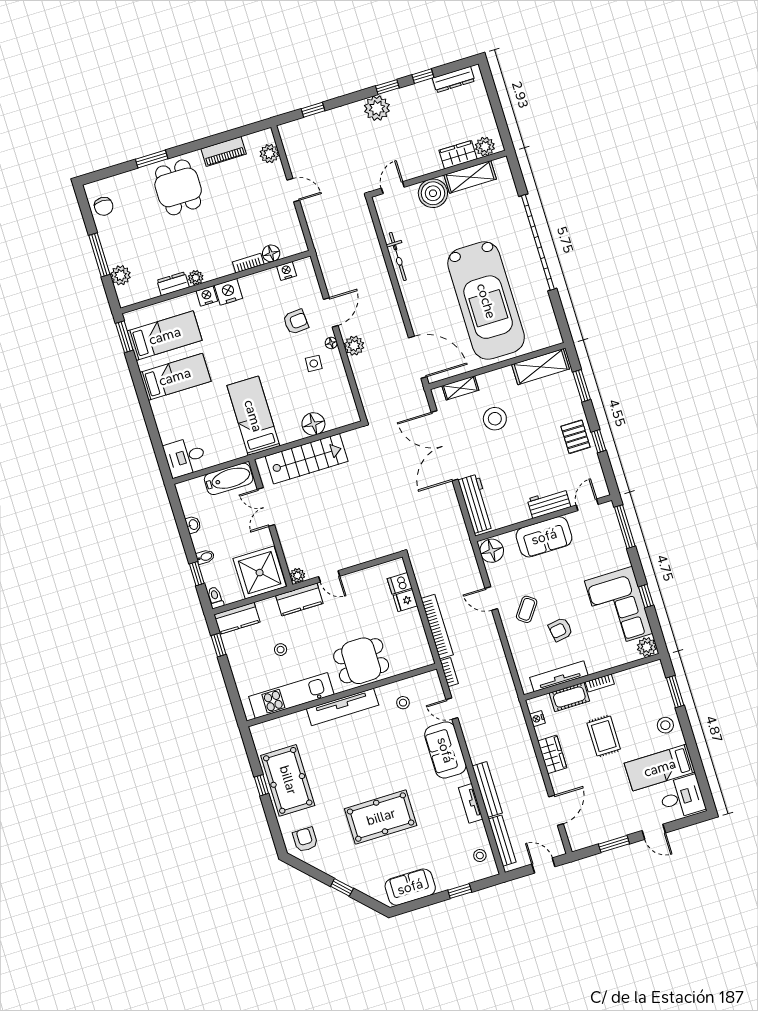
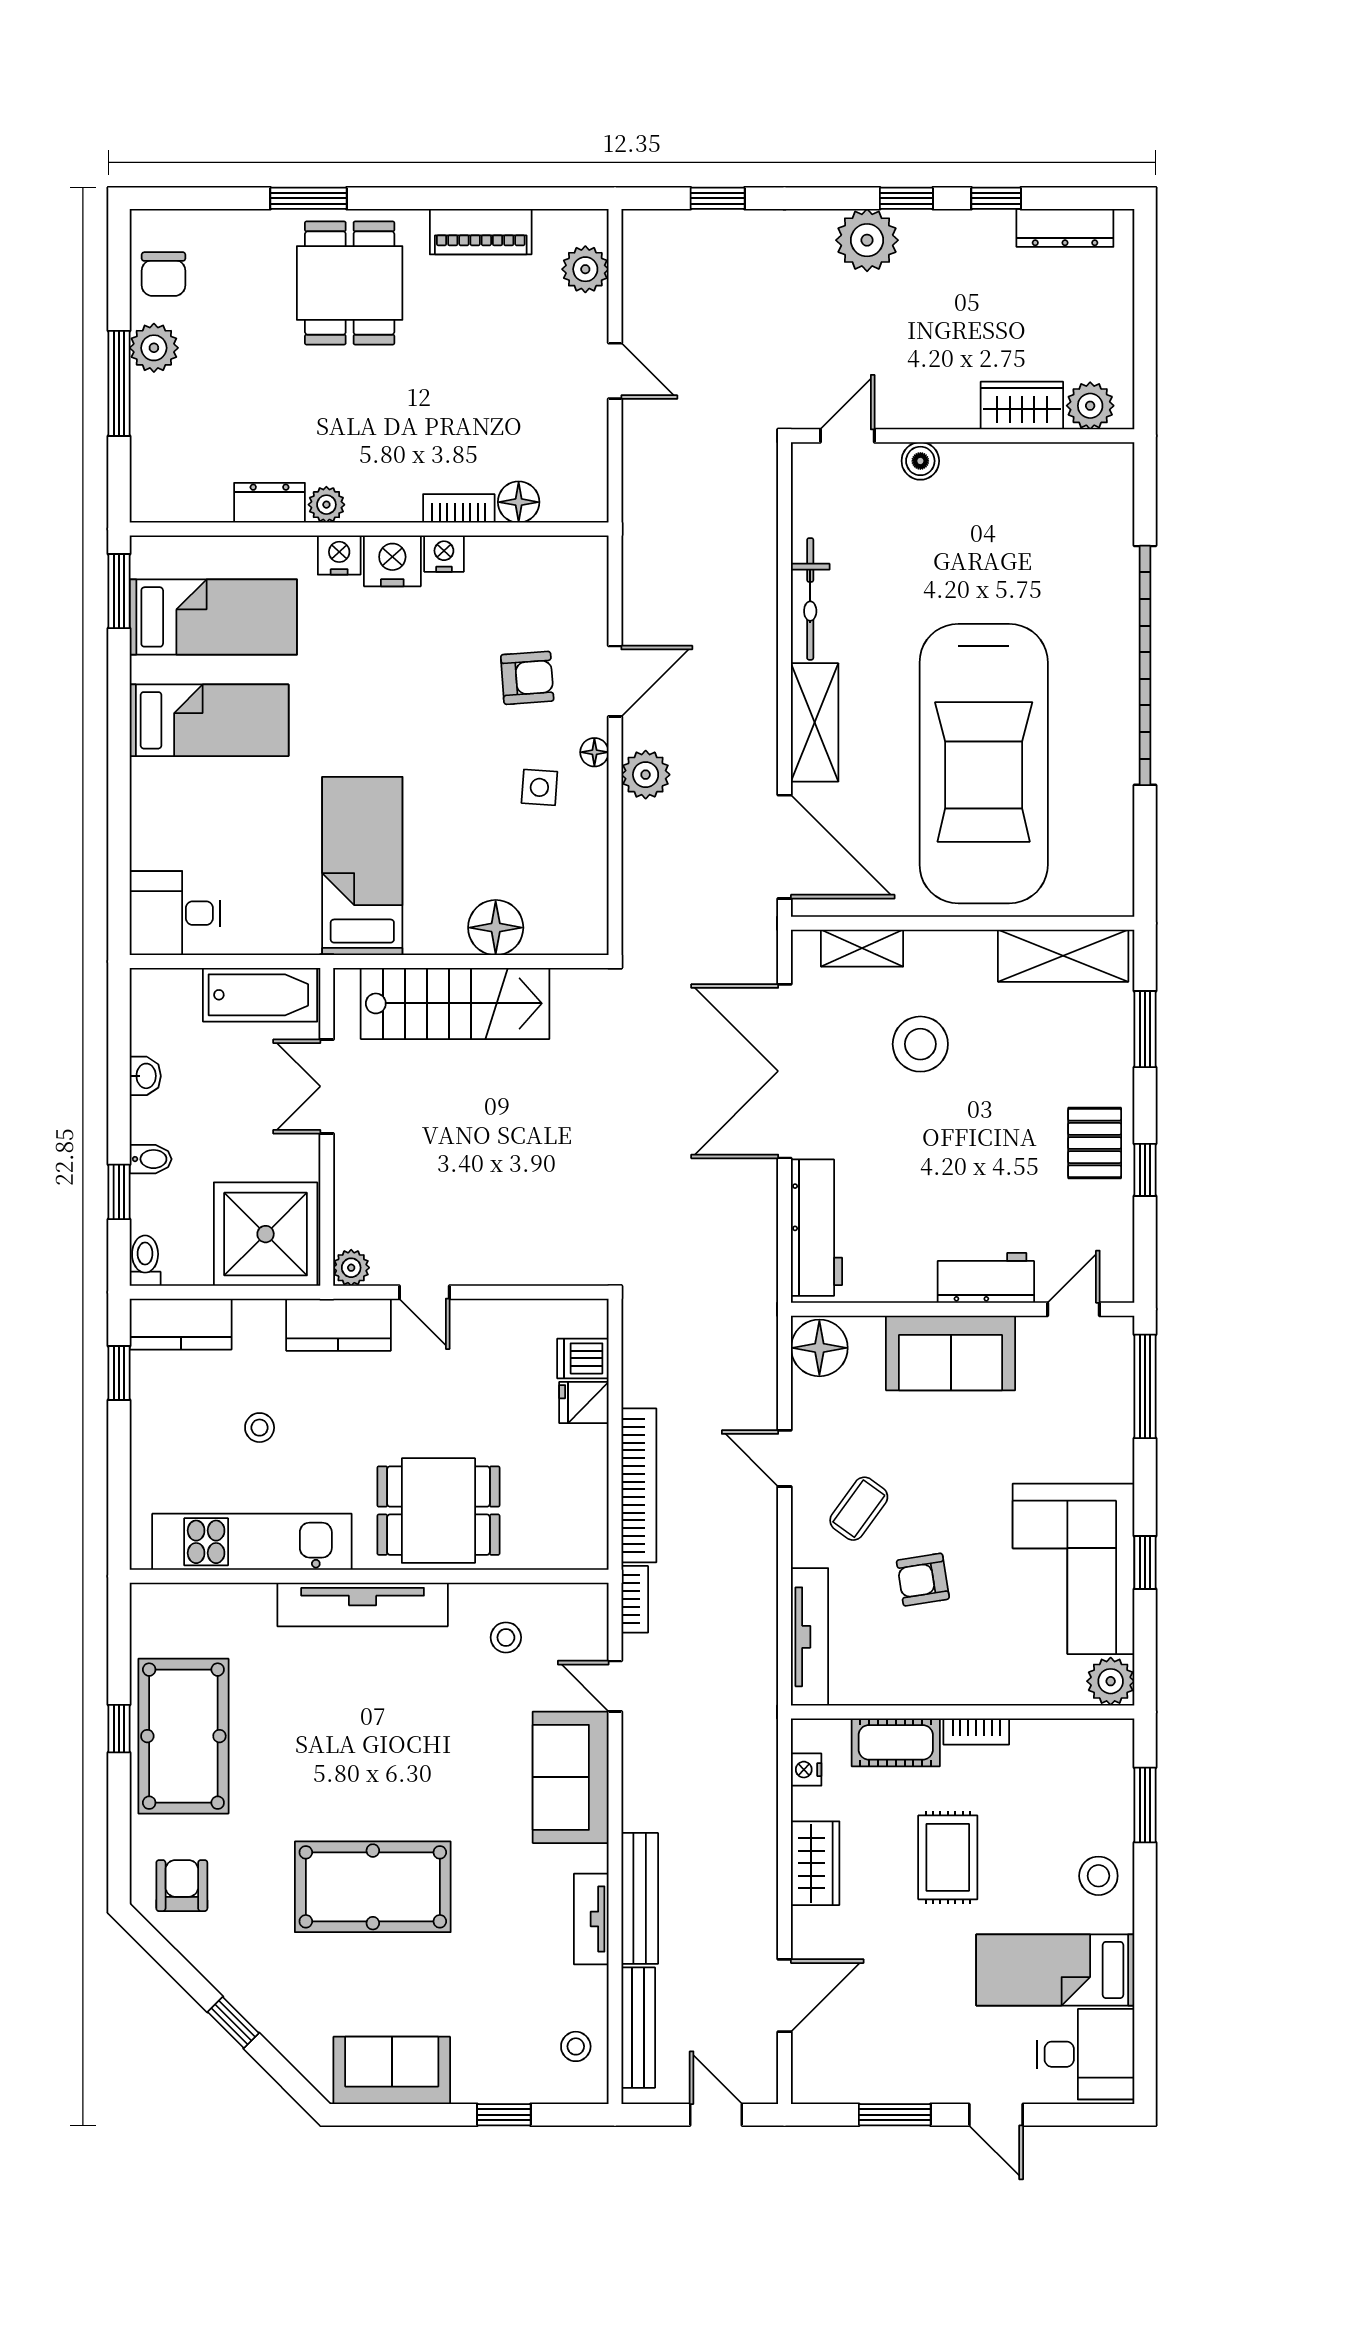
shelving: (470, 177) -> (815, 722), moved, turned 90
boiler: (433, 193) -> (920, 461), width x0.54, depth x0.54
nightstand: (287, 271) -> (444, 554), moved
plant: (121, 275) -> (154, 348), moved
tv unit: (559, 676) -> (810, 1637), moved, turned 90

